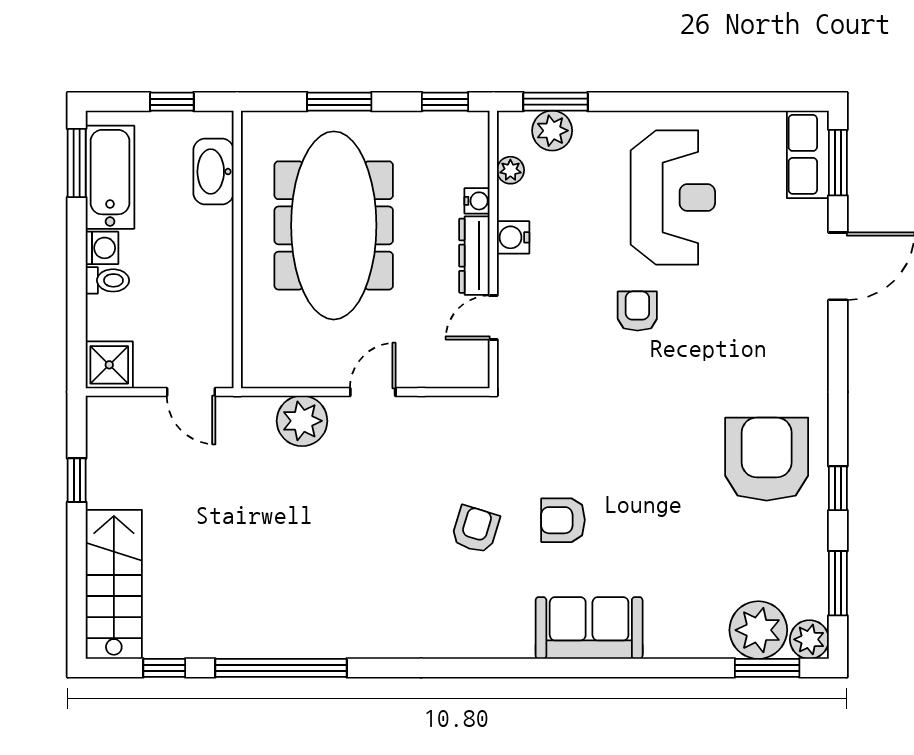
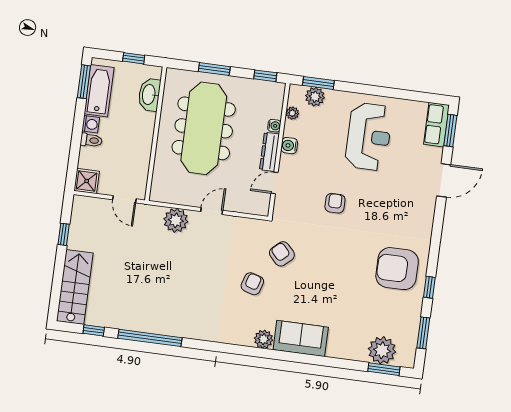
armchair: (637, 311) -> (335, 203), moved
armchair: (767, 459) -> (397, 269), turned -90
armchair: (563, 520) -> (282, 254), moved, turned 47
plant: (809, 639) -> (264, 339), moved

